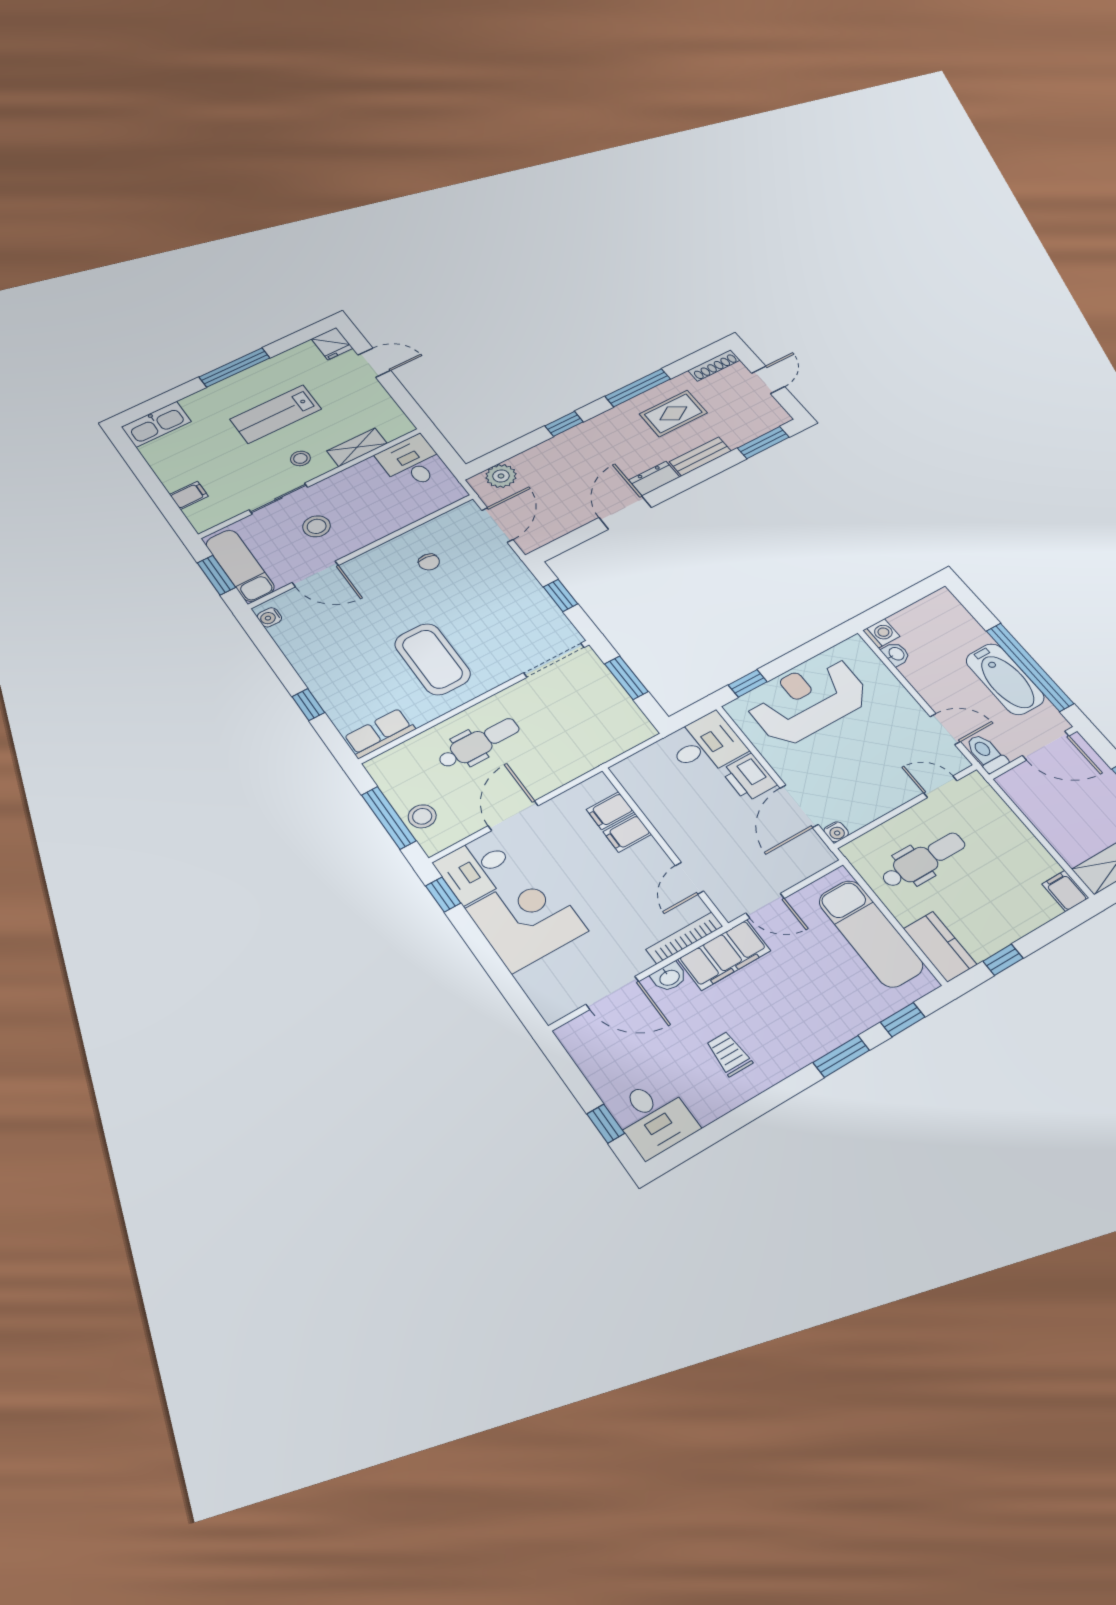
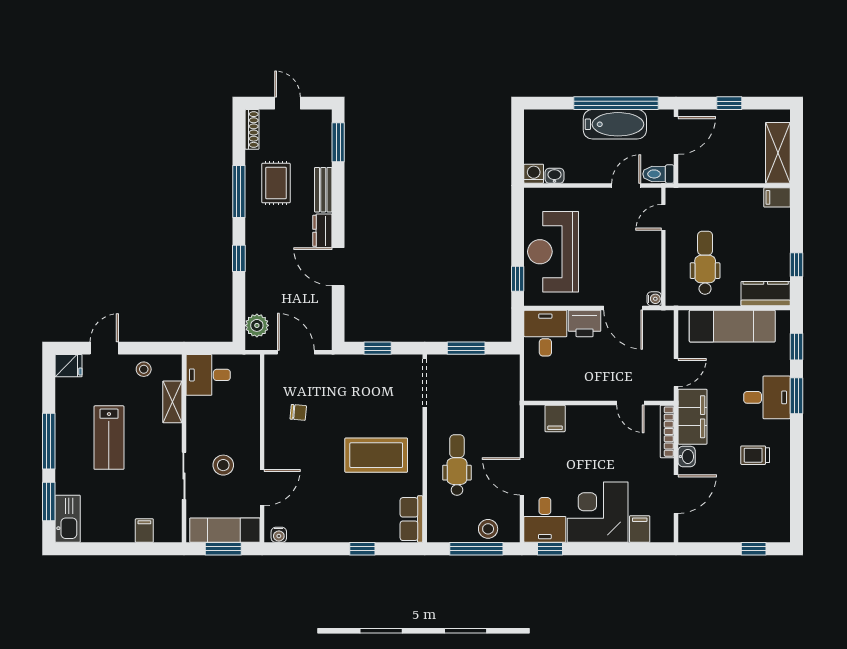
window: (165, 400) -> (49, 502), added
stool: (300, 458) -> (144, 369), moved
filing cabinet: (627, 833) -> (640, 529), moved, turned 180
desk: (654, 1118) -> (767, 397), moved

